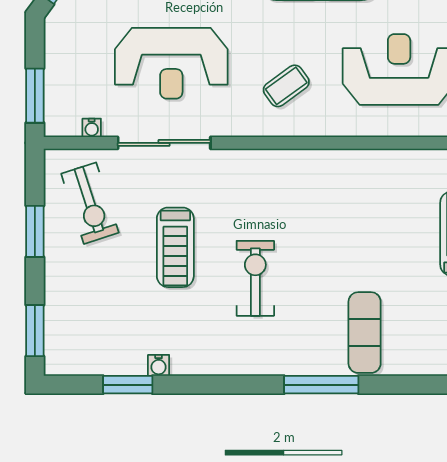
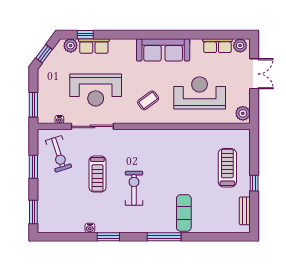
window: (128, 385) -> (108, 237), moved

